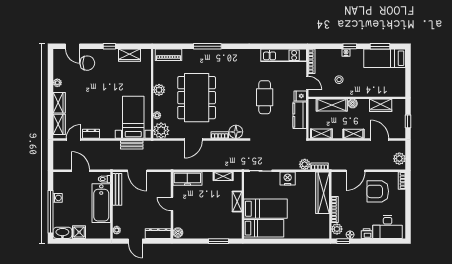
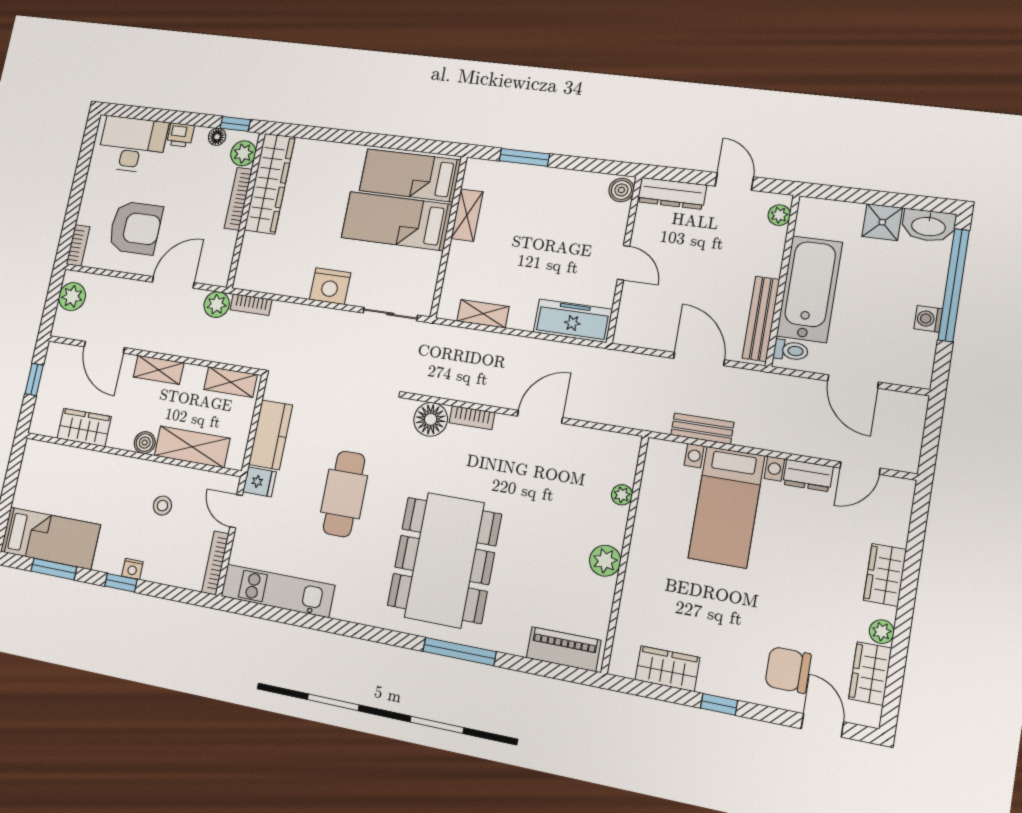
dining table: (197, 98) -> (444, 560), moved
bed with nightstands: (133, 117) -> (727, 507), moved
wardrobe: (59, 124) -> (870, 673), moved
plant: (161, 131) -> (618, 453), removed
plant: (305, 164) -> (217, 304), moved
wardrobe: (323, 193) -> (270, 184), moved
shelving: (237, 201) -> (467, 215), moved

